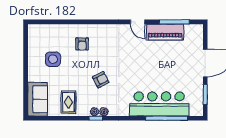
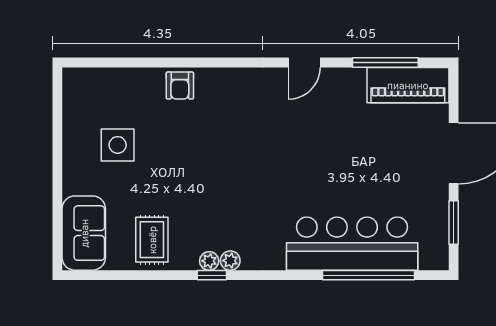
door: (137, 22) -> (304, 63), hinge flipped
piano: (165, 32) -> (408, 85), moved
armchair: (82, 44) -> (180, 85), moved
armchair: (101, 80) -> (223, 190), removed

